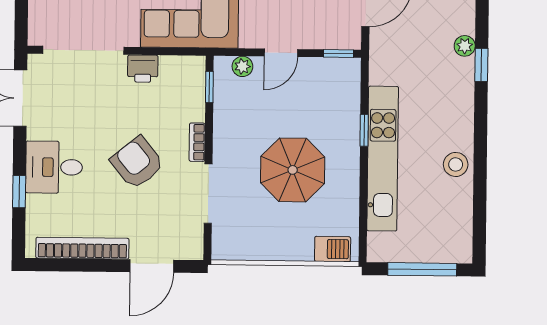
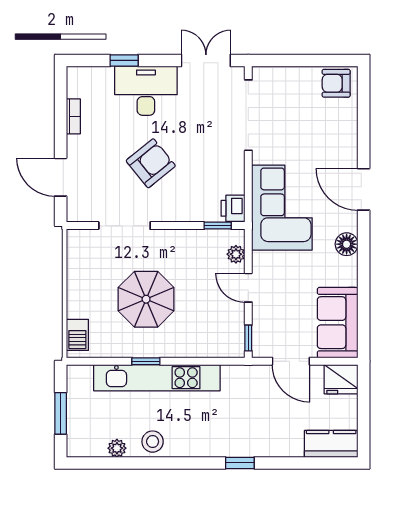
plant: (465, 46) -> (117, 448), moved
printer: (143, 69) -> (233, 208), moved
window: (364, 130) -> (146, 361), moved
bookcase: (197, 142) -> (169, 215), removed
desk: (54, 167) -> (146, 91), width x1.37
bookcase: (82, 248) -> (73, 116), width x0.43, depth x0.76
window: (422, 269) -> (61, 413), width x0.69

